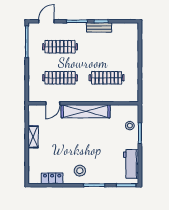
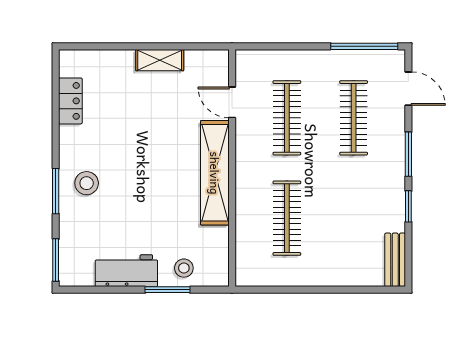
bench: (99, 27) -> (395, 260), moved
workbench: (131, 164) -> (126, 271), moved
stool: (80, 171) -> (87, 183), moved

